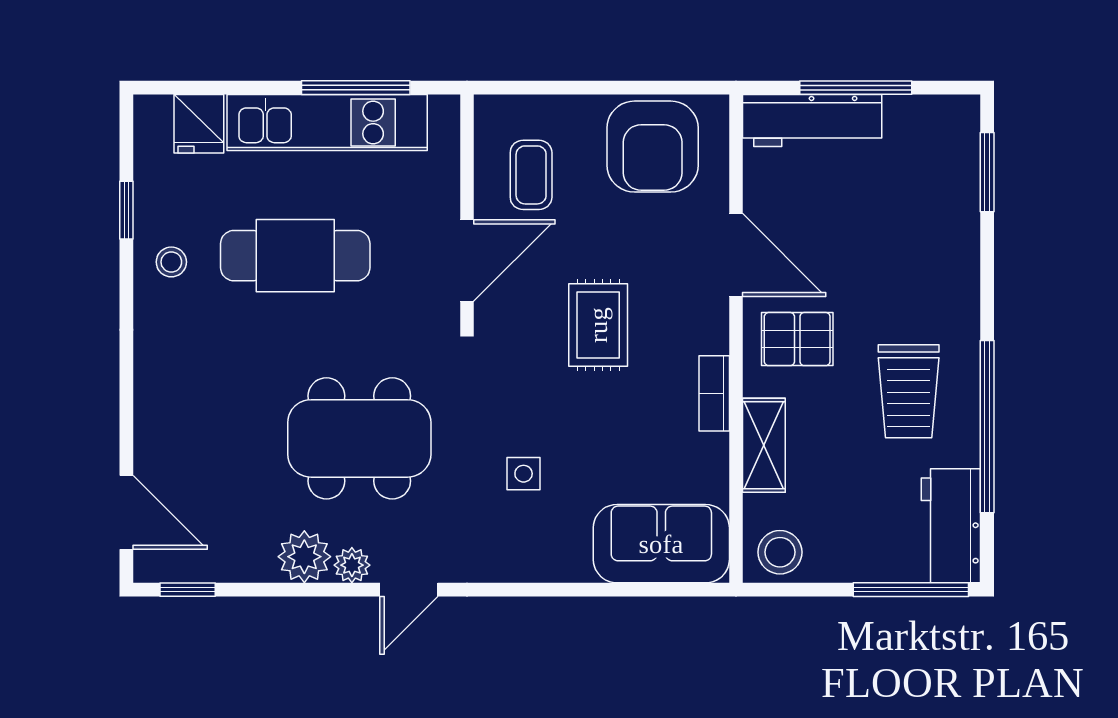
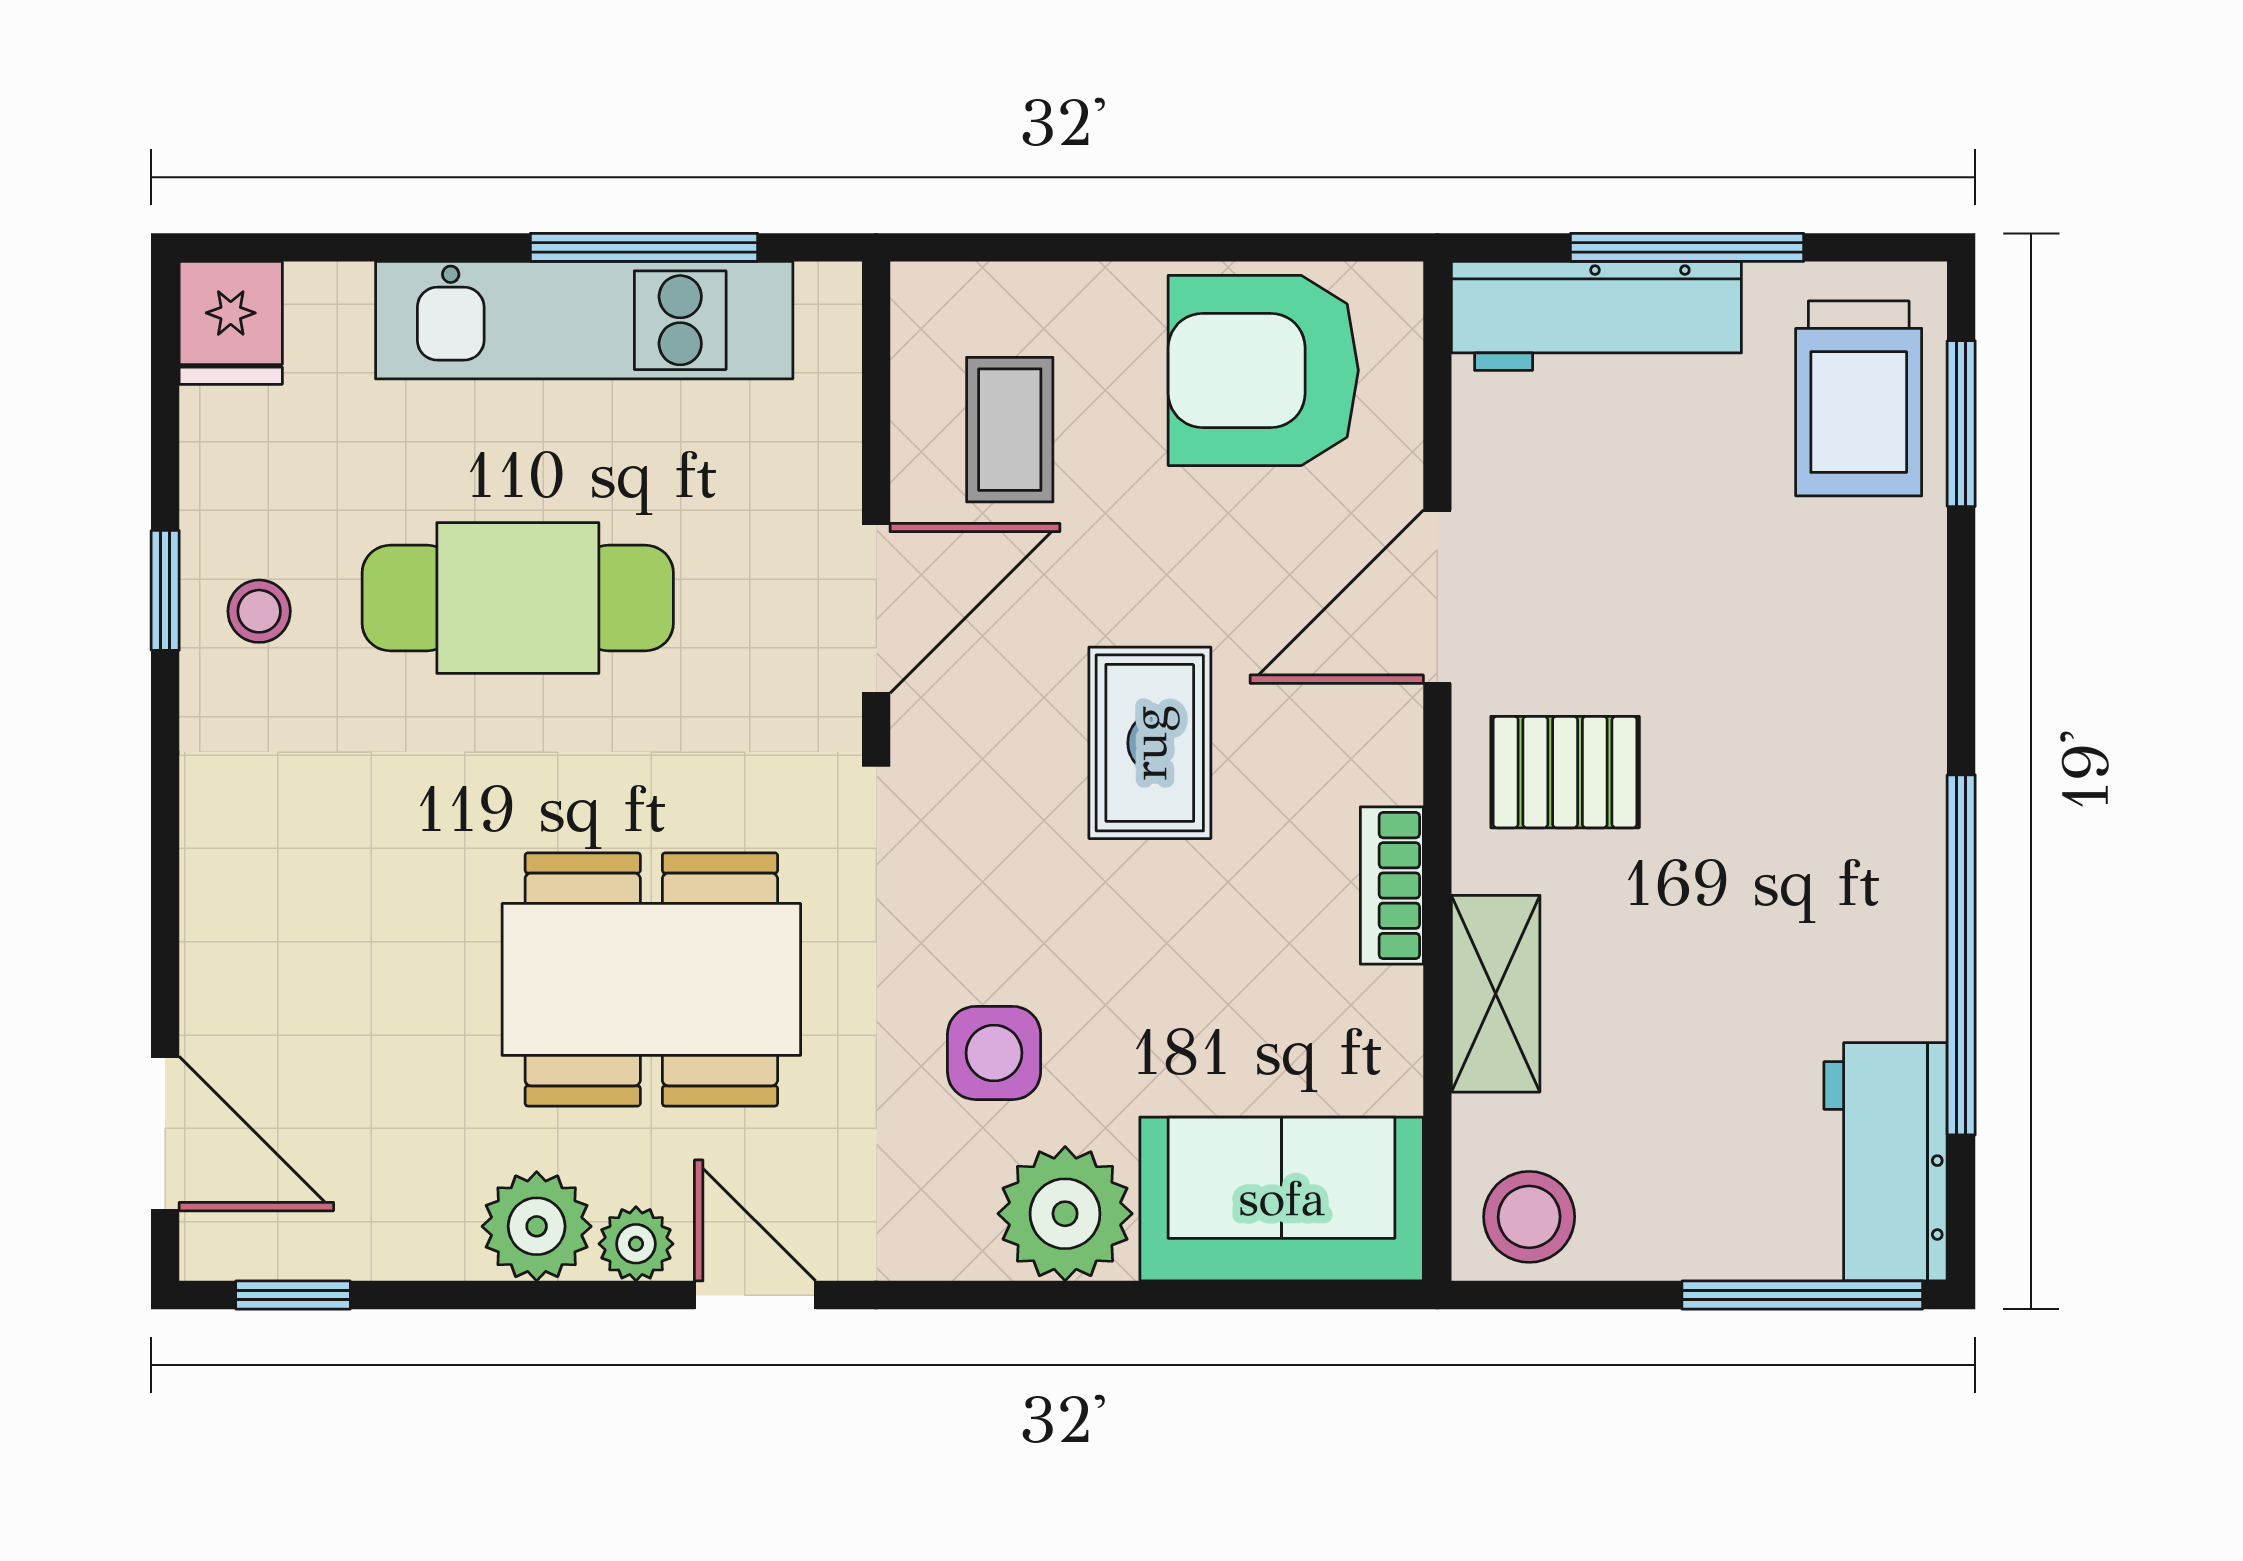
fridge: (199, 124) -> (231, 323), moved
armchair: (653, 147) -> (1263, 370), turned 90
window: (126, 210) -> (165, 590), moved
door: (736, 255) -> (1437, 597), swing flipped
trolley: (909, 391) -> (1859, 398), moved
side table: (524, 474) -> (994, 1053), width x1.37, depth x1.37
plant: (558, 551) -> (1065, 1214), added
door: (409, 590) -> (755, 1295), swing flipped

